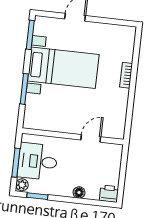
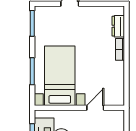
dresser: (127, 49) -> (118, 26), added
bed with nightstands: (63, 68) -> (60, 76), moved, turned -90

